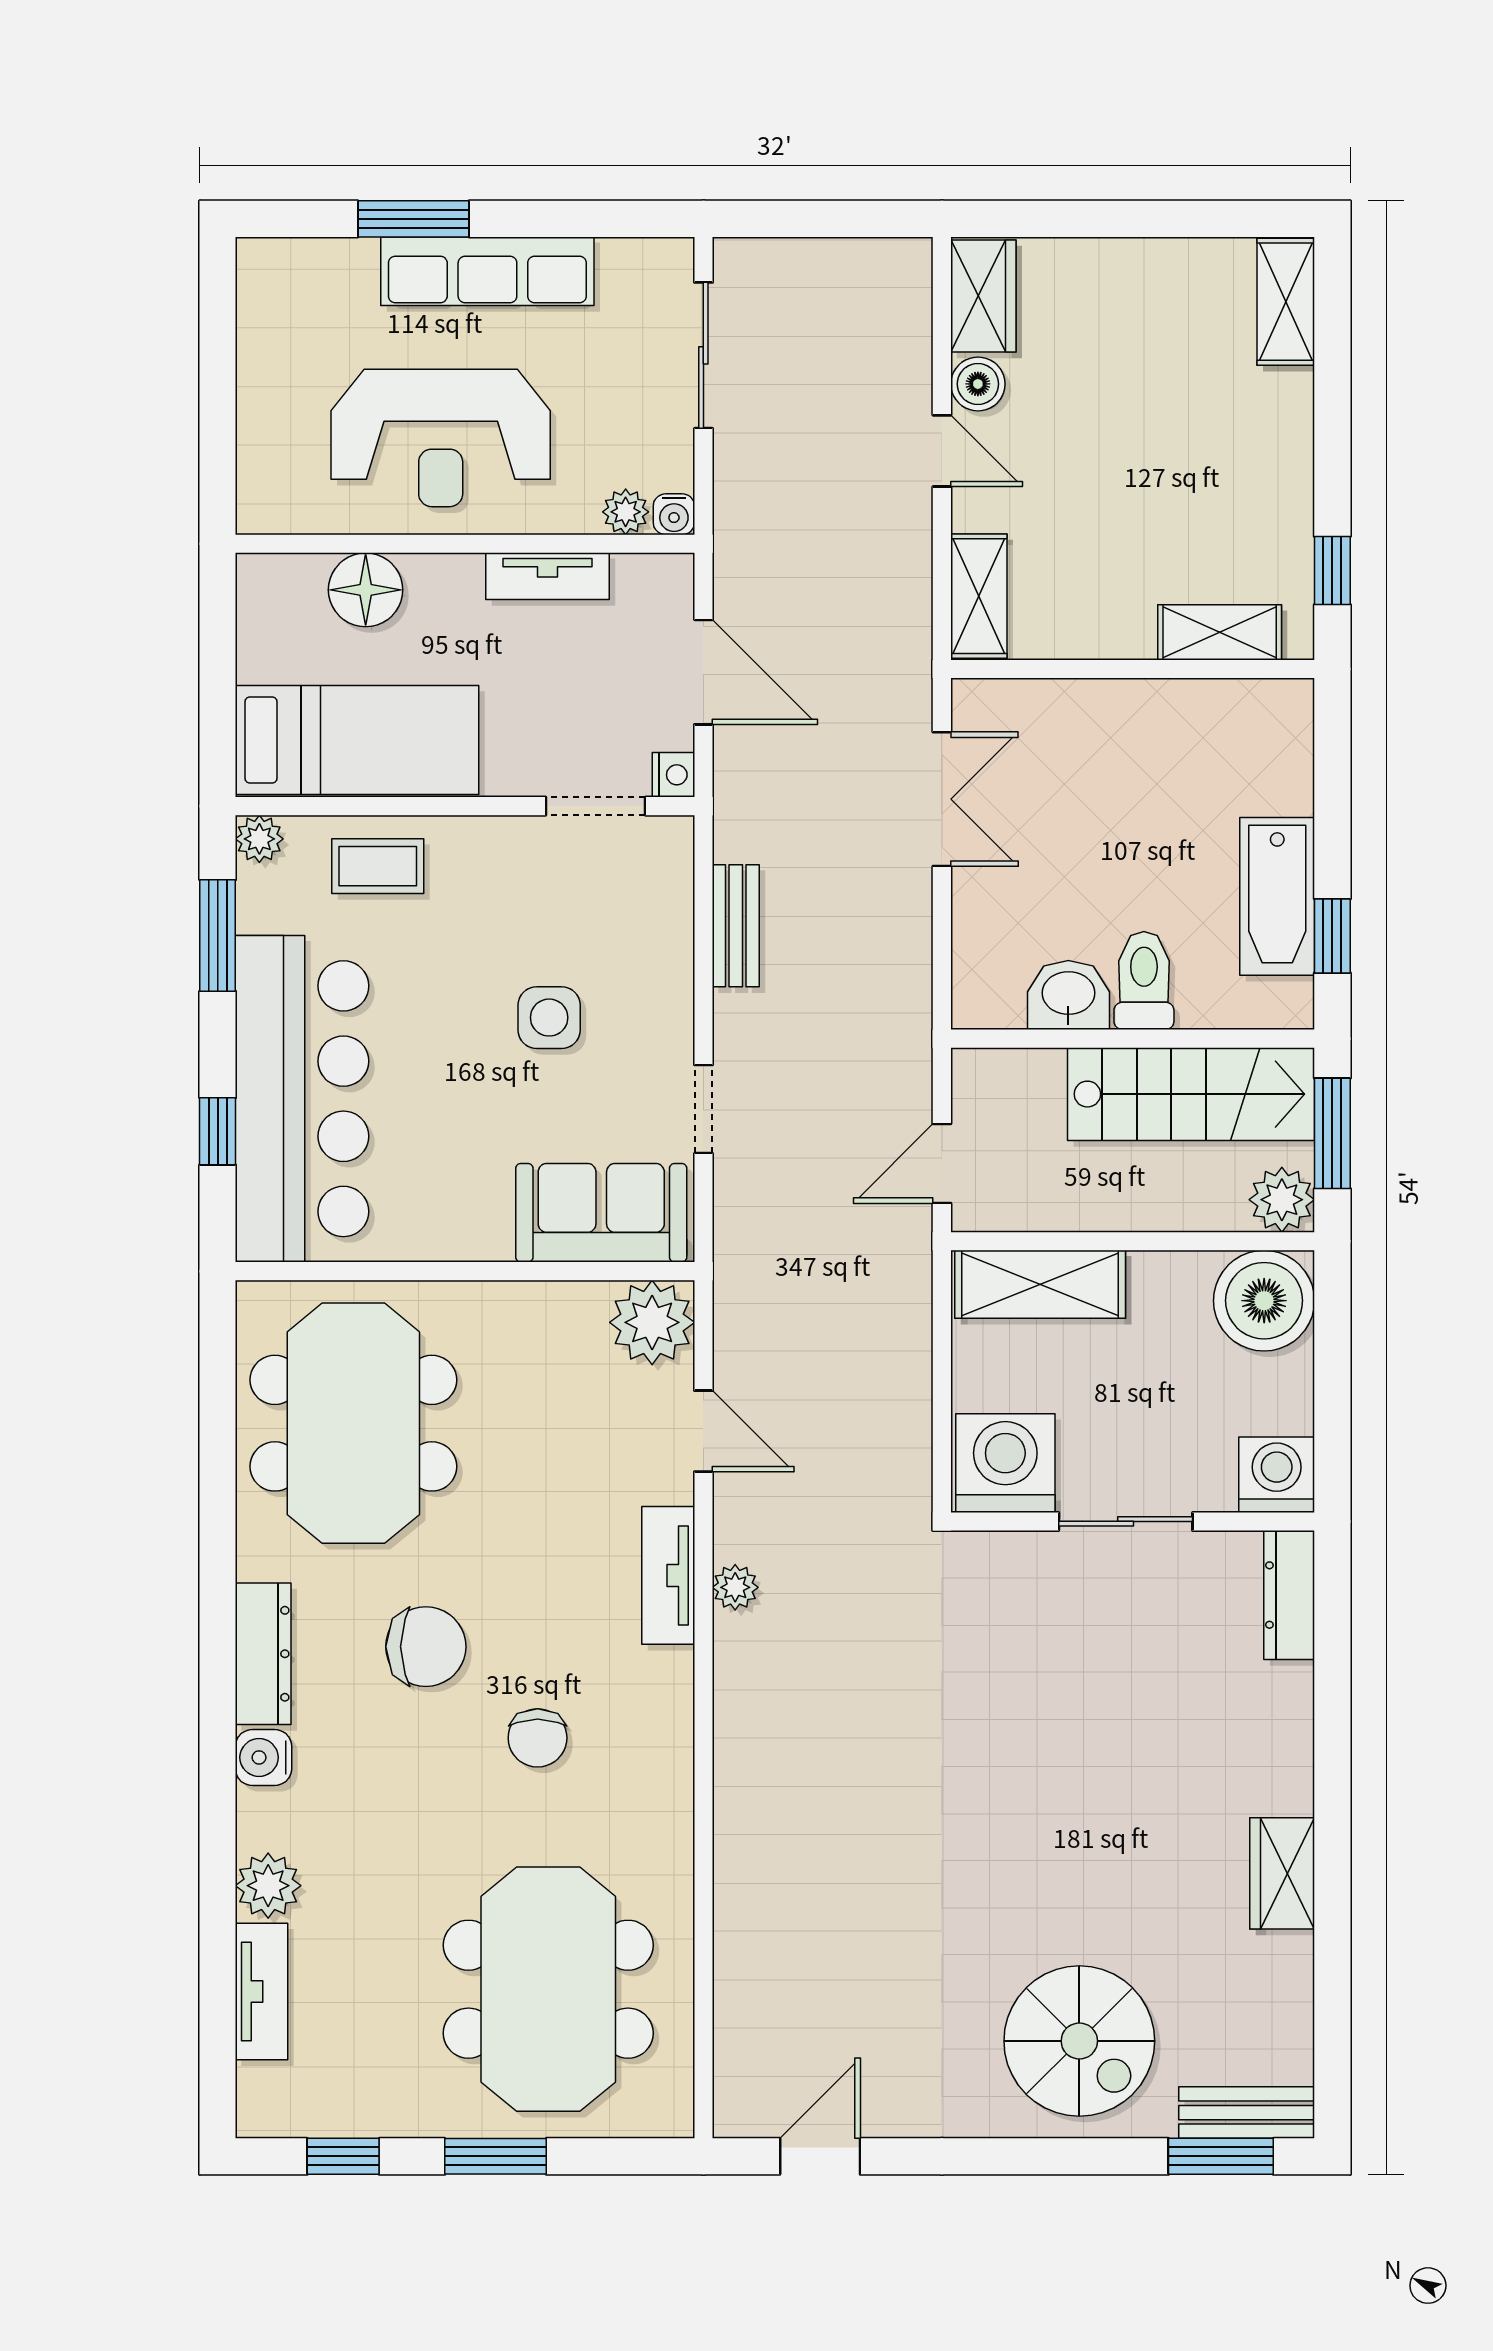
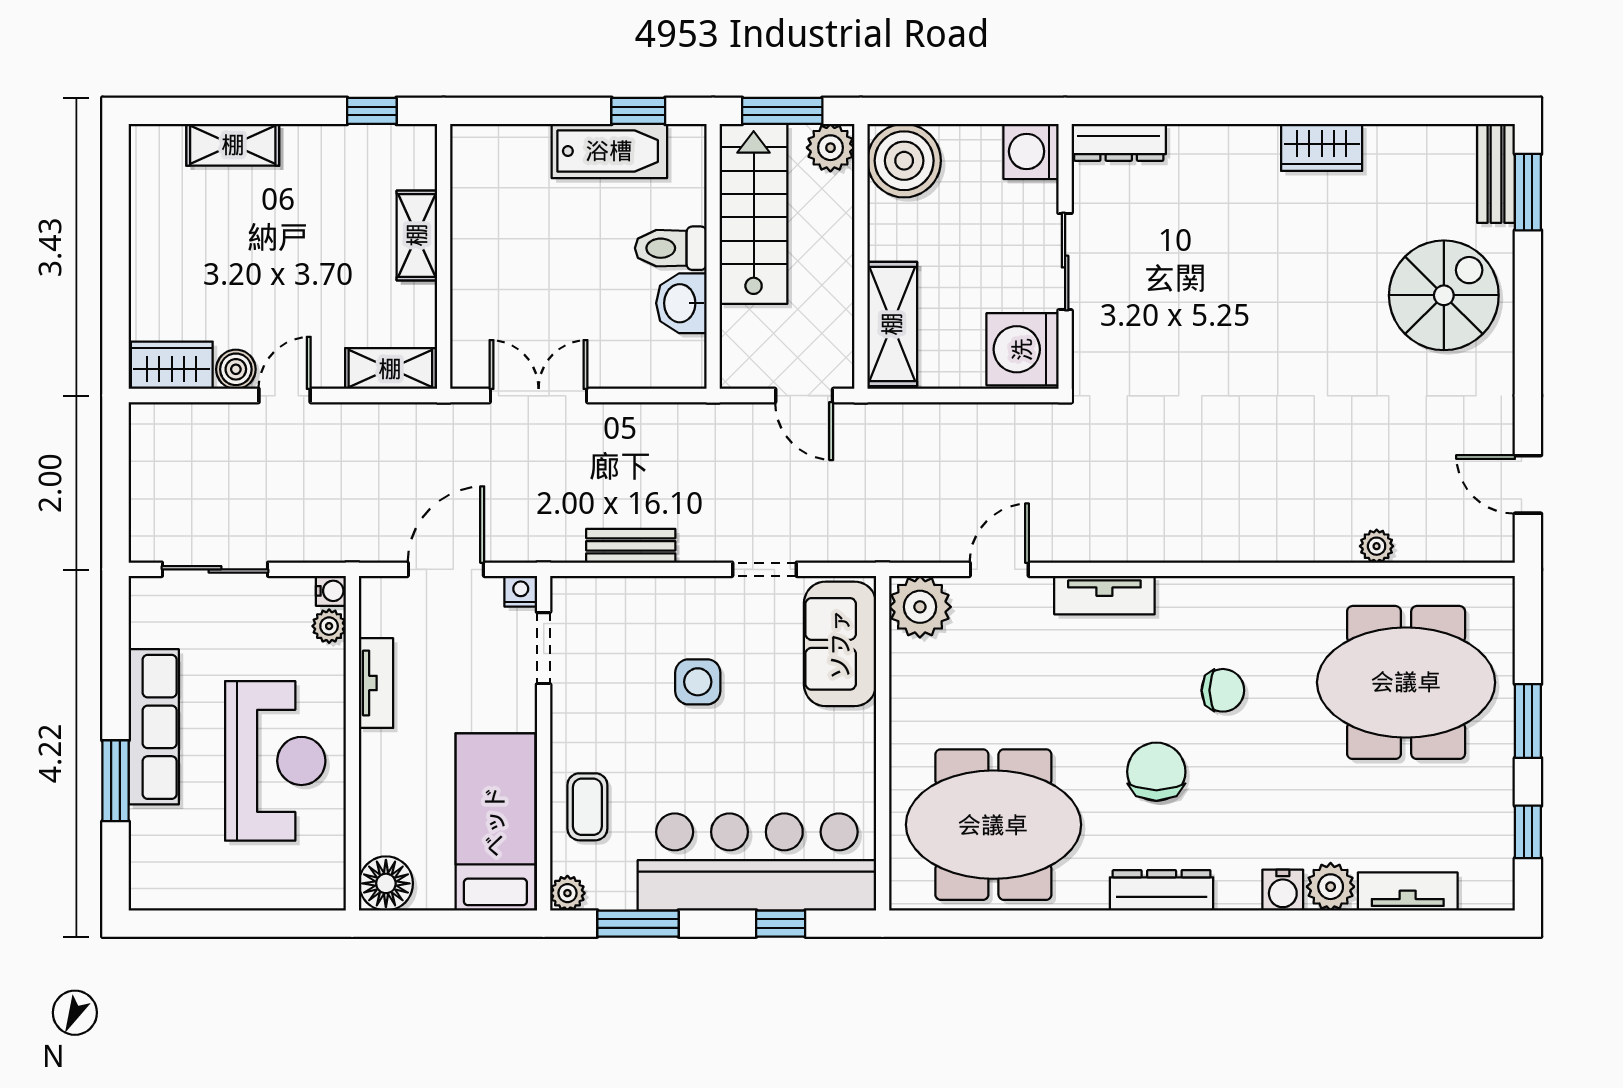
shelving: (1286, 302) -> (233, 145), moved
floor lamp: (366, 590) -> (386, 883), moved
shelving: (1220, 632) -> (417, 235), moved
plant: (735, 1587) -> (1377, 546), moved
water cooler: (264, 1757) -> (1283, 890), moved

